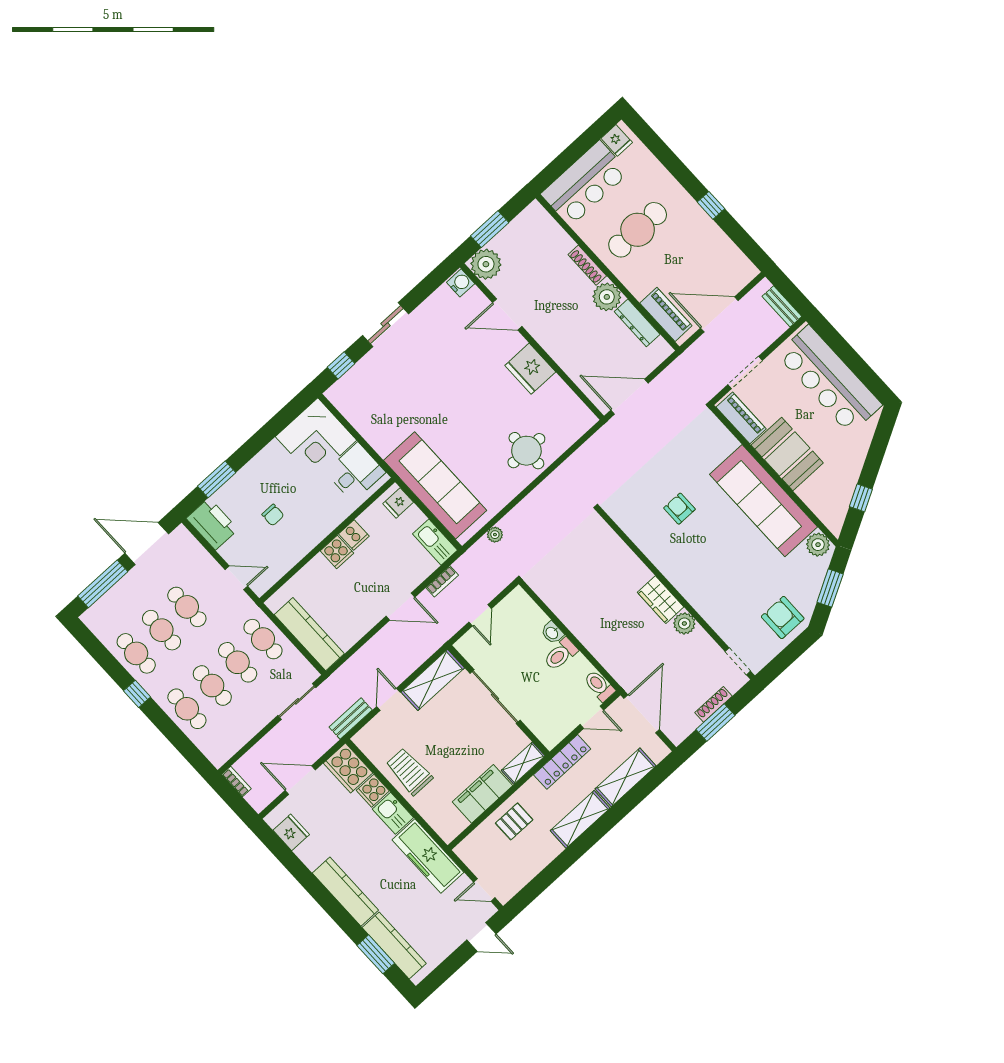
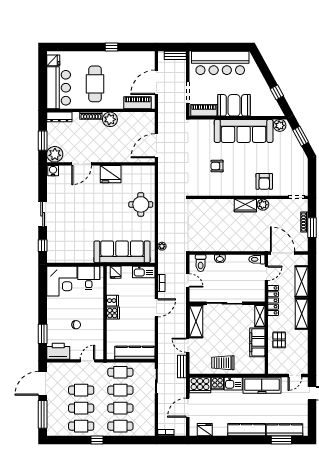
dresser: (637, 323) -> (59, 117), moved
armchair: (783, 618) -> (264, 181), moved, turned -90
toilet: (561, 654) -> (201, 263), moved

